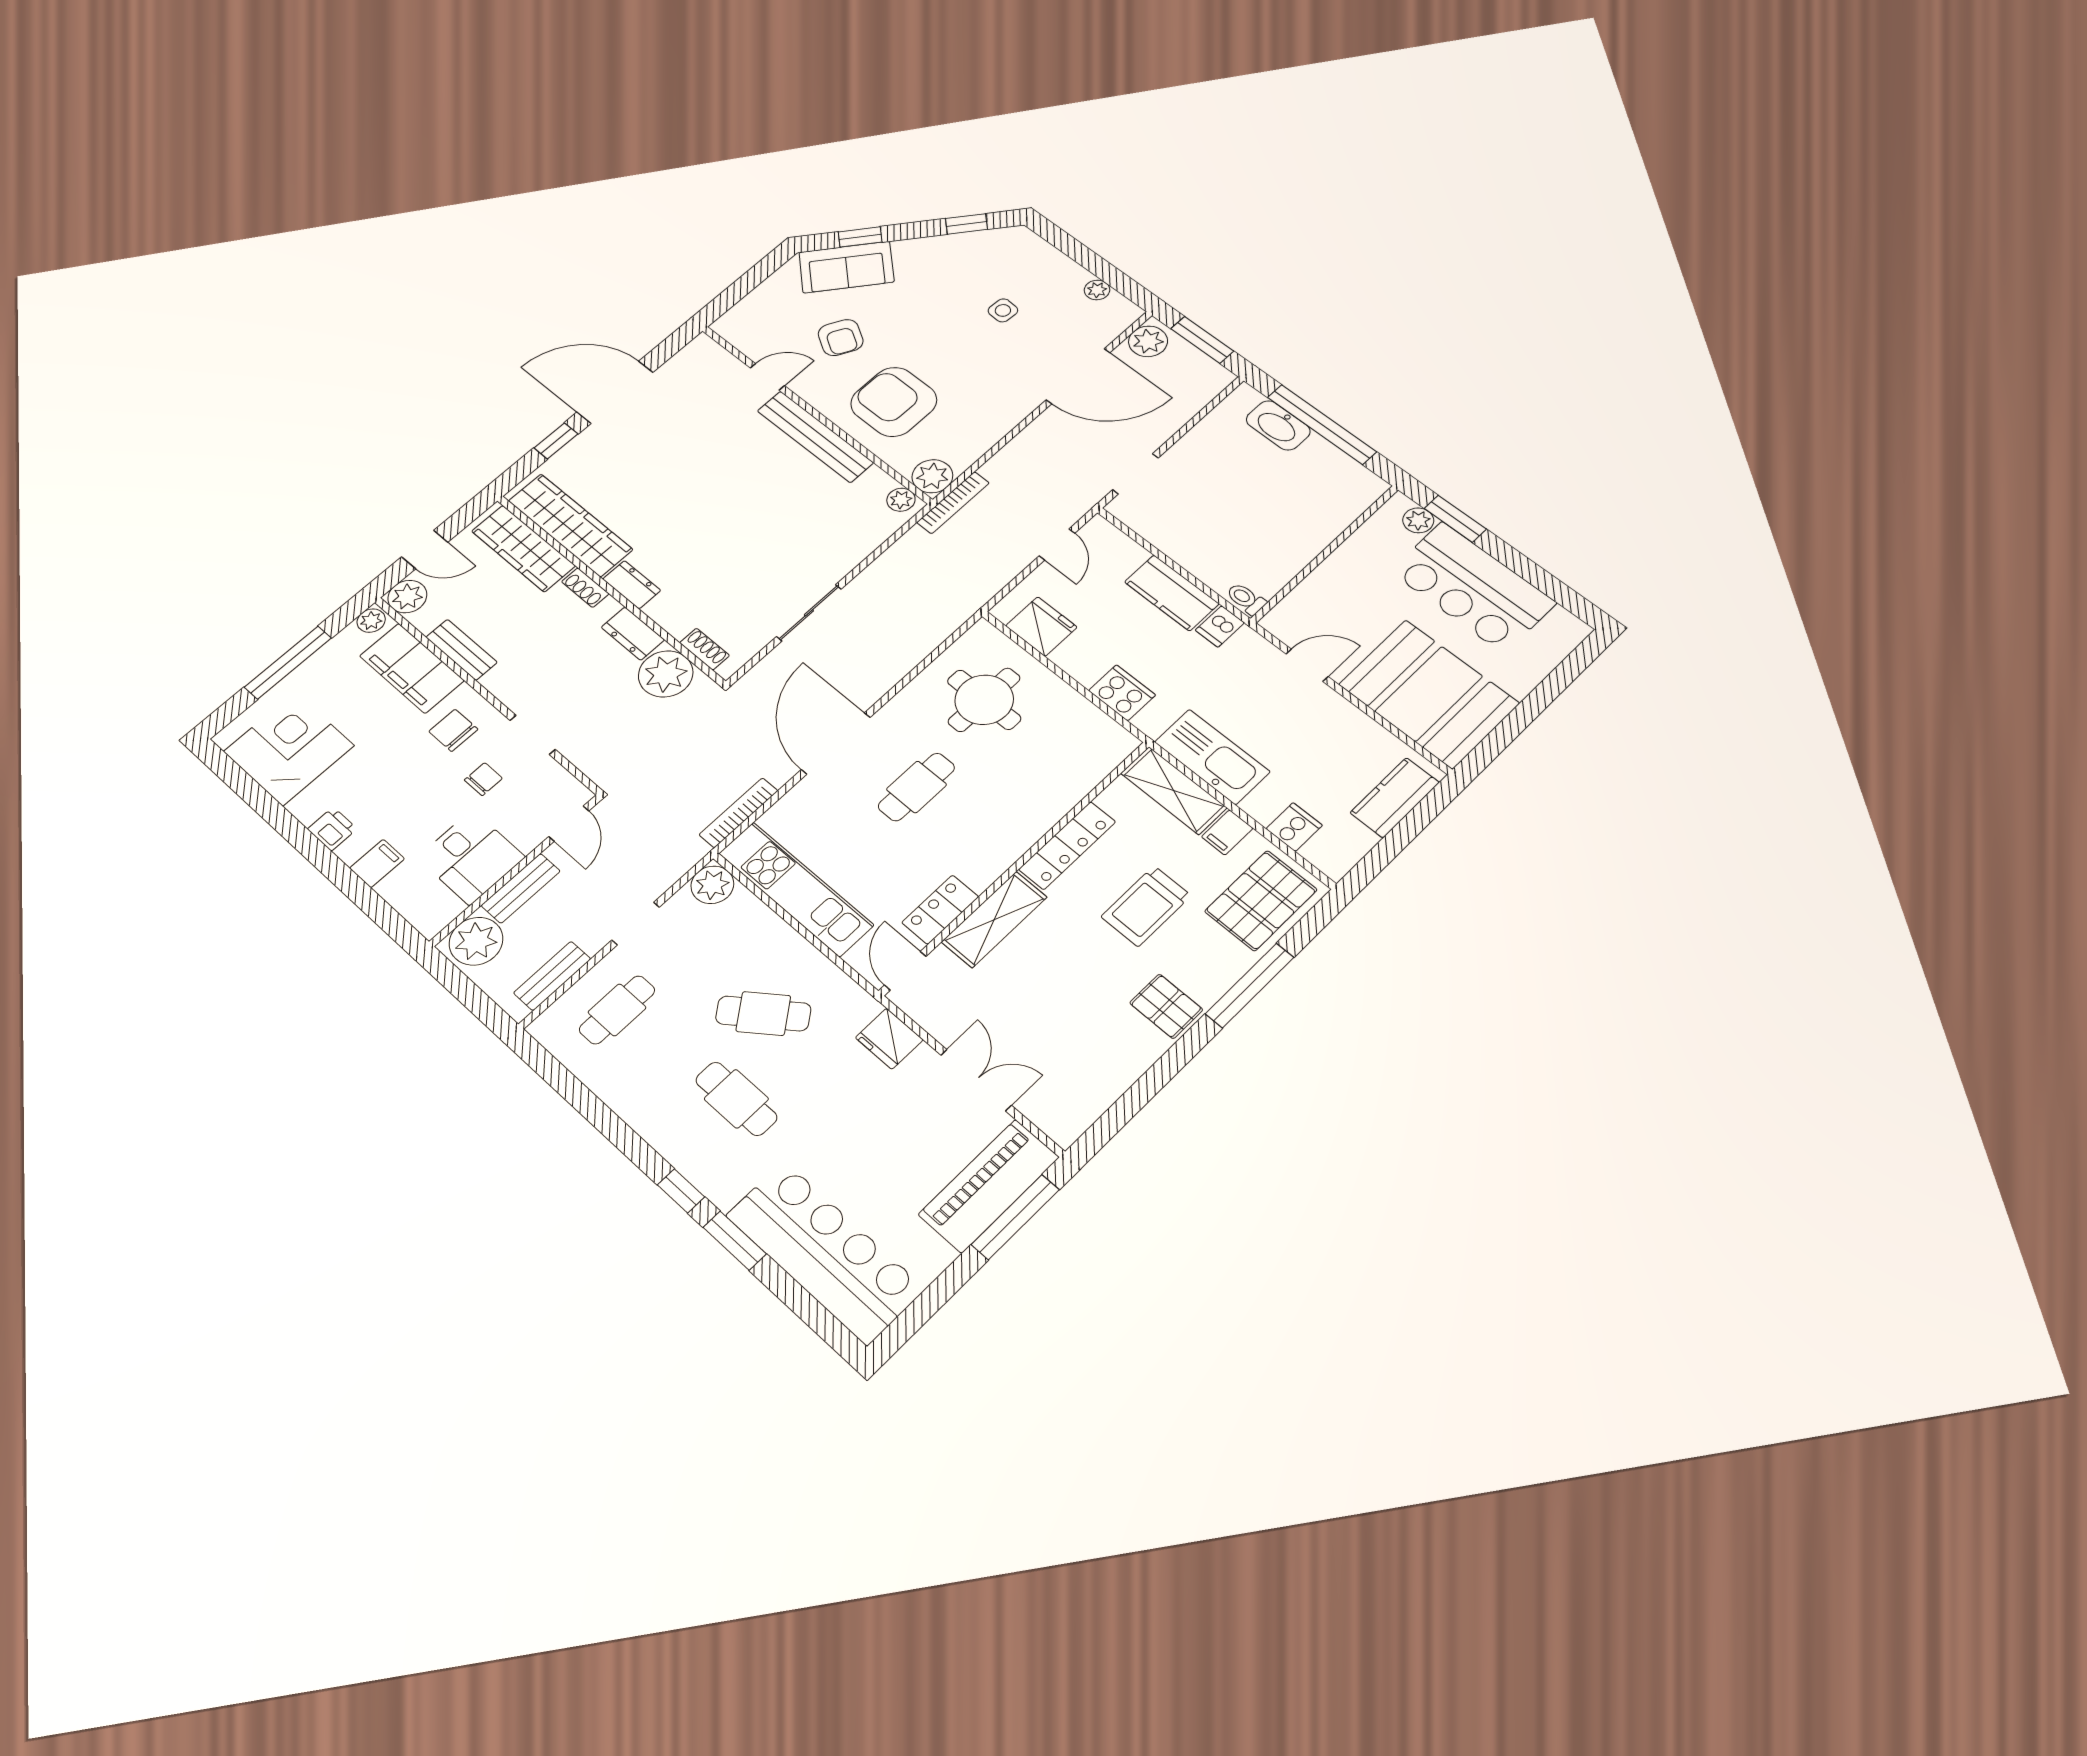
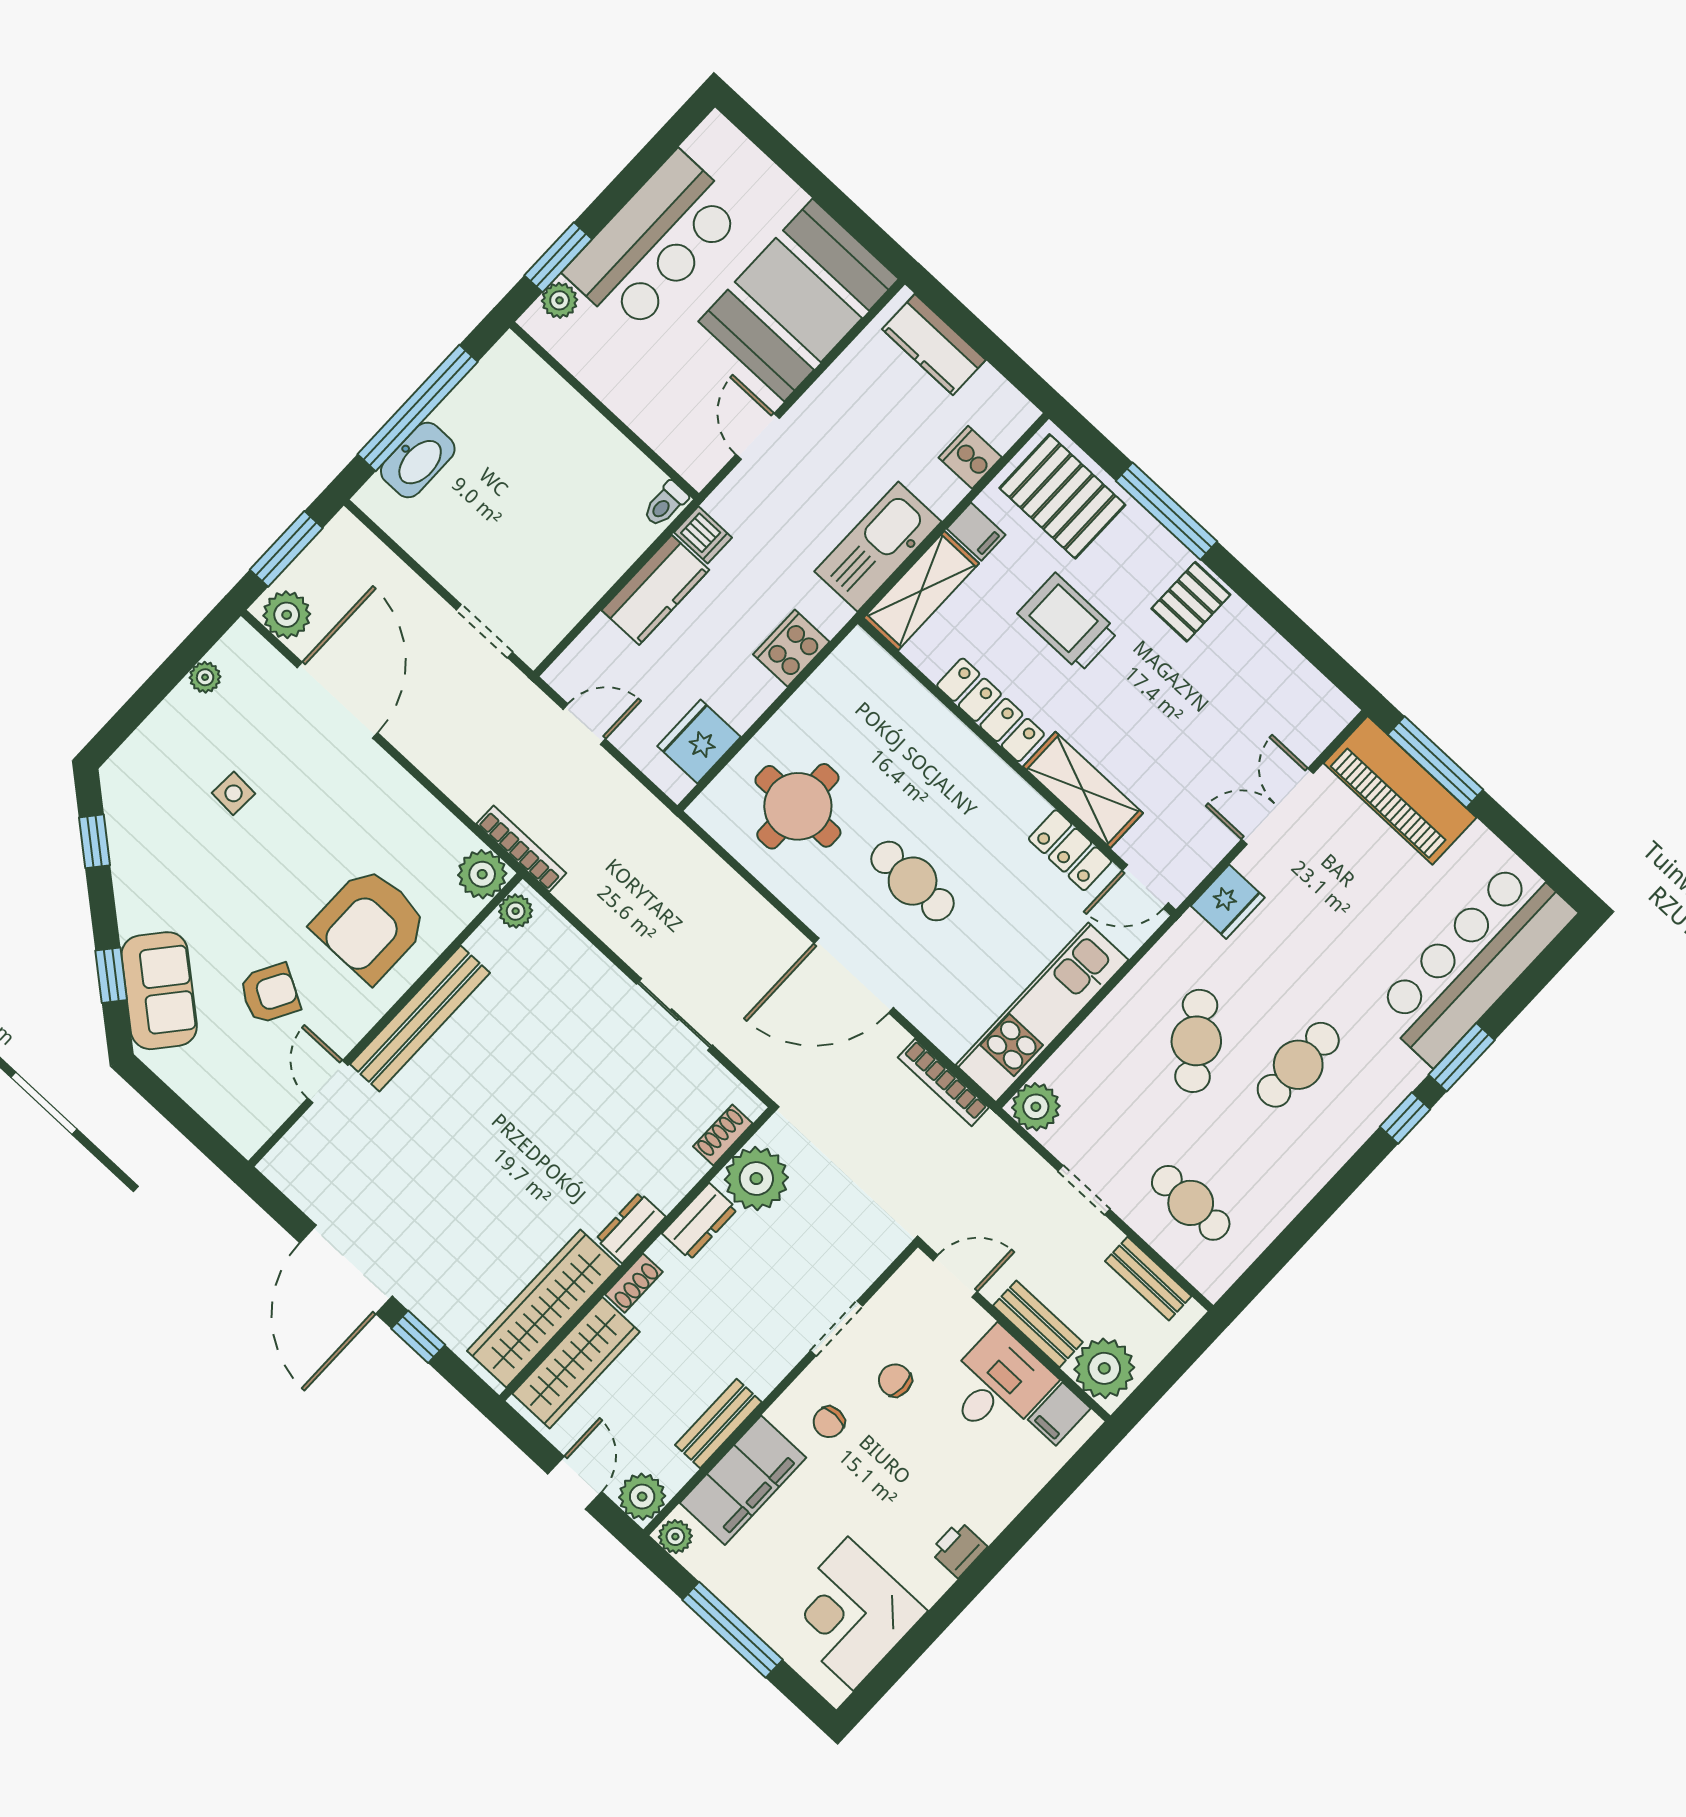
chair: (453, 730) -> (829, 1422), width x0.73, depth x0.73
filing cabinet: (377, 863) -> (1059, 1414), moved, turned -90
trolley: (1146, 906) -> (1068, 622), turned 180

